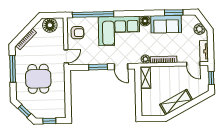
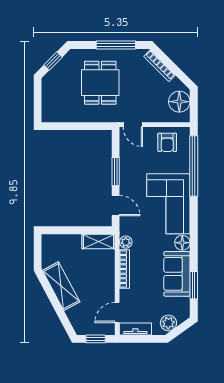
door: (121, 67) -> (116, 206), swing flipped
dining table: (38, 79) -> (100, 83), turned 90
window: (49, 121) -> (38, 98), removed

